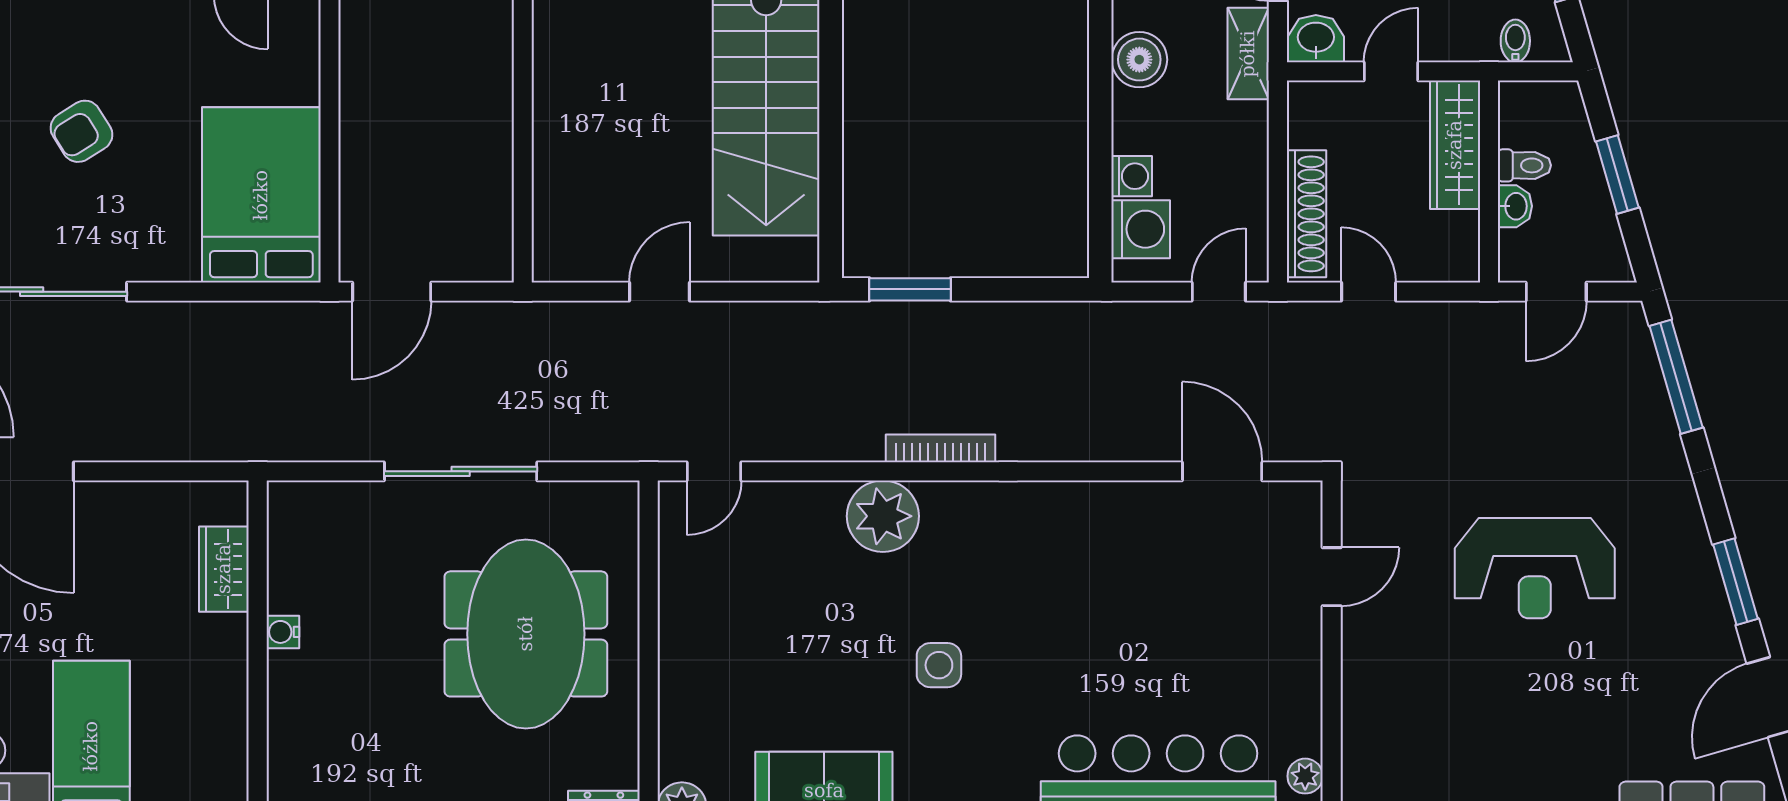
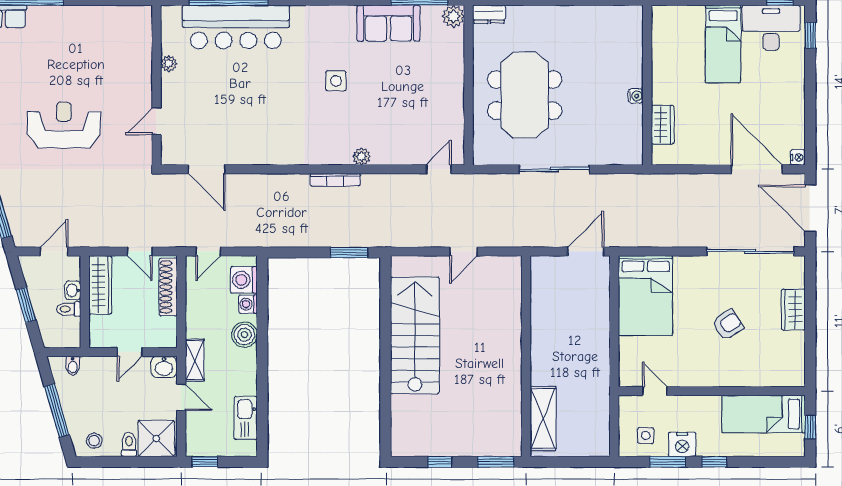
boiler: (1139, 60) -> (244, 335), moved
wardrobe: (1455, 145) -> (100, 285), moved
plant: (883, 516) -> (362, 156), width x0.53, depth x0.53
plant: (1305, 776) -> (169, 64), moved

